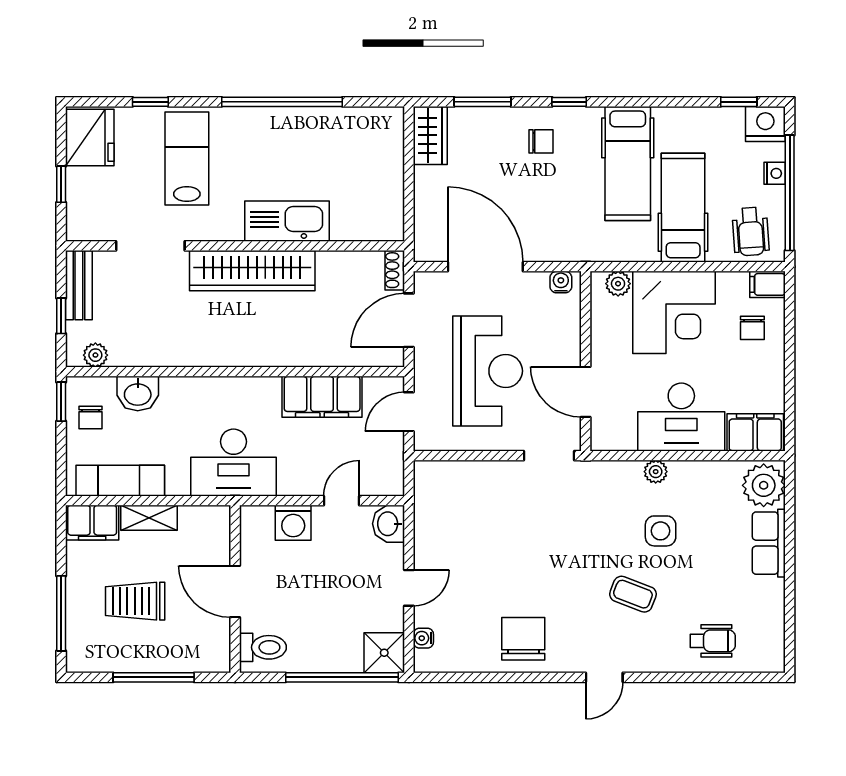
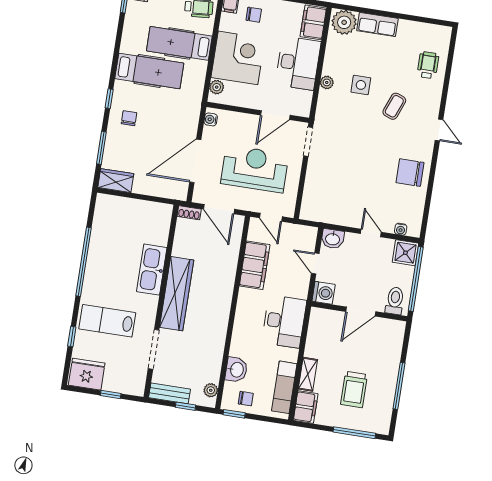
wall: (235, 589) -> (359, 311), moved
door: (235, 592) -> (361, 312), moved
toilet: (263, 647) -> (395, 301), moved

